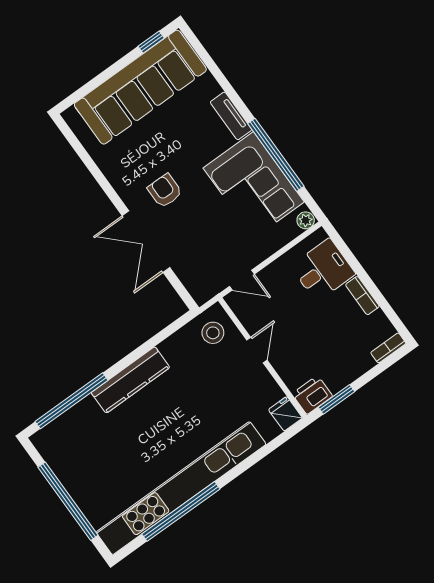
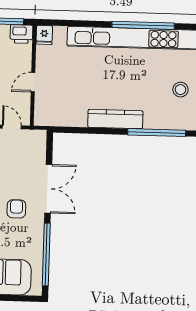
window: (91, 165) -> (46, 255), added
armchair: (165, 191) -> (16, 209), turned 180
stool: (213, 333) -> (180, 90), moved

